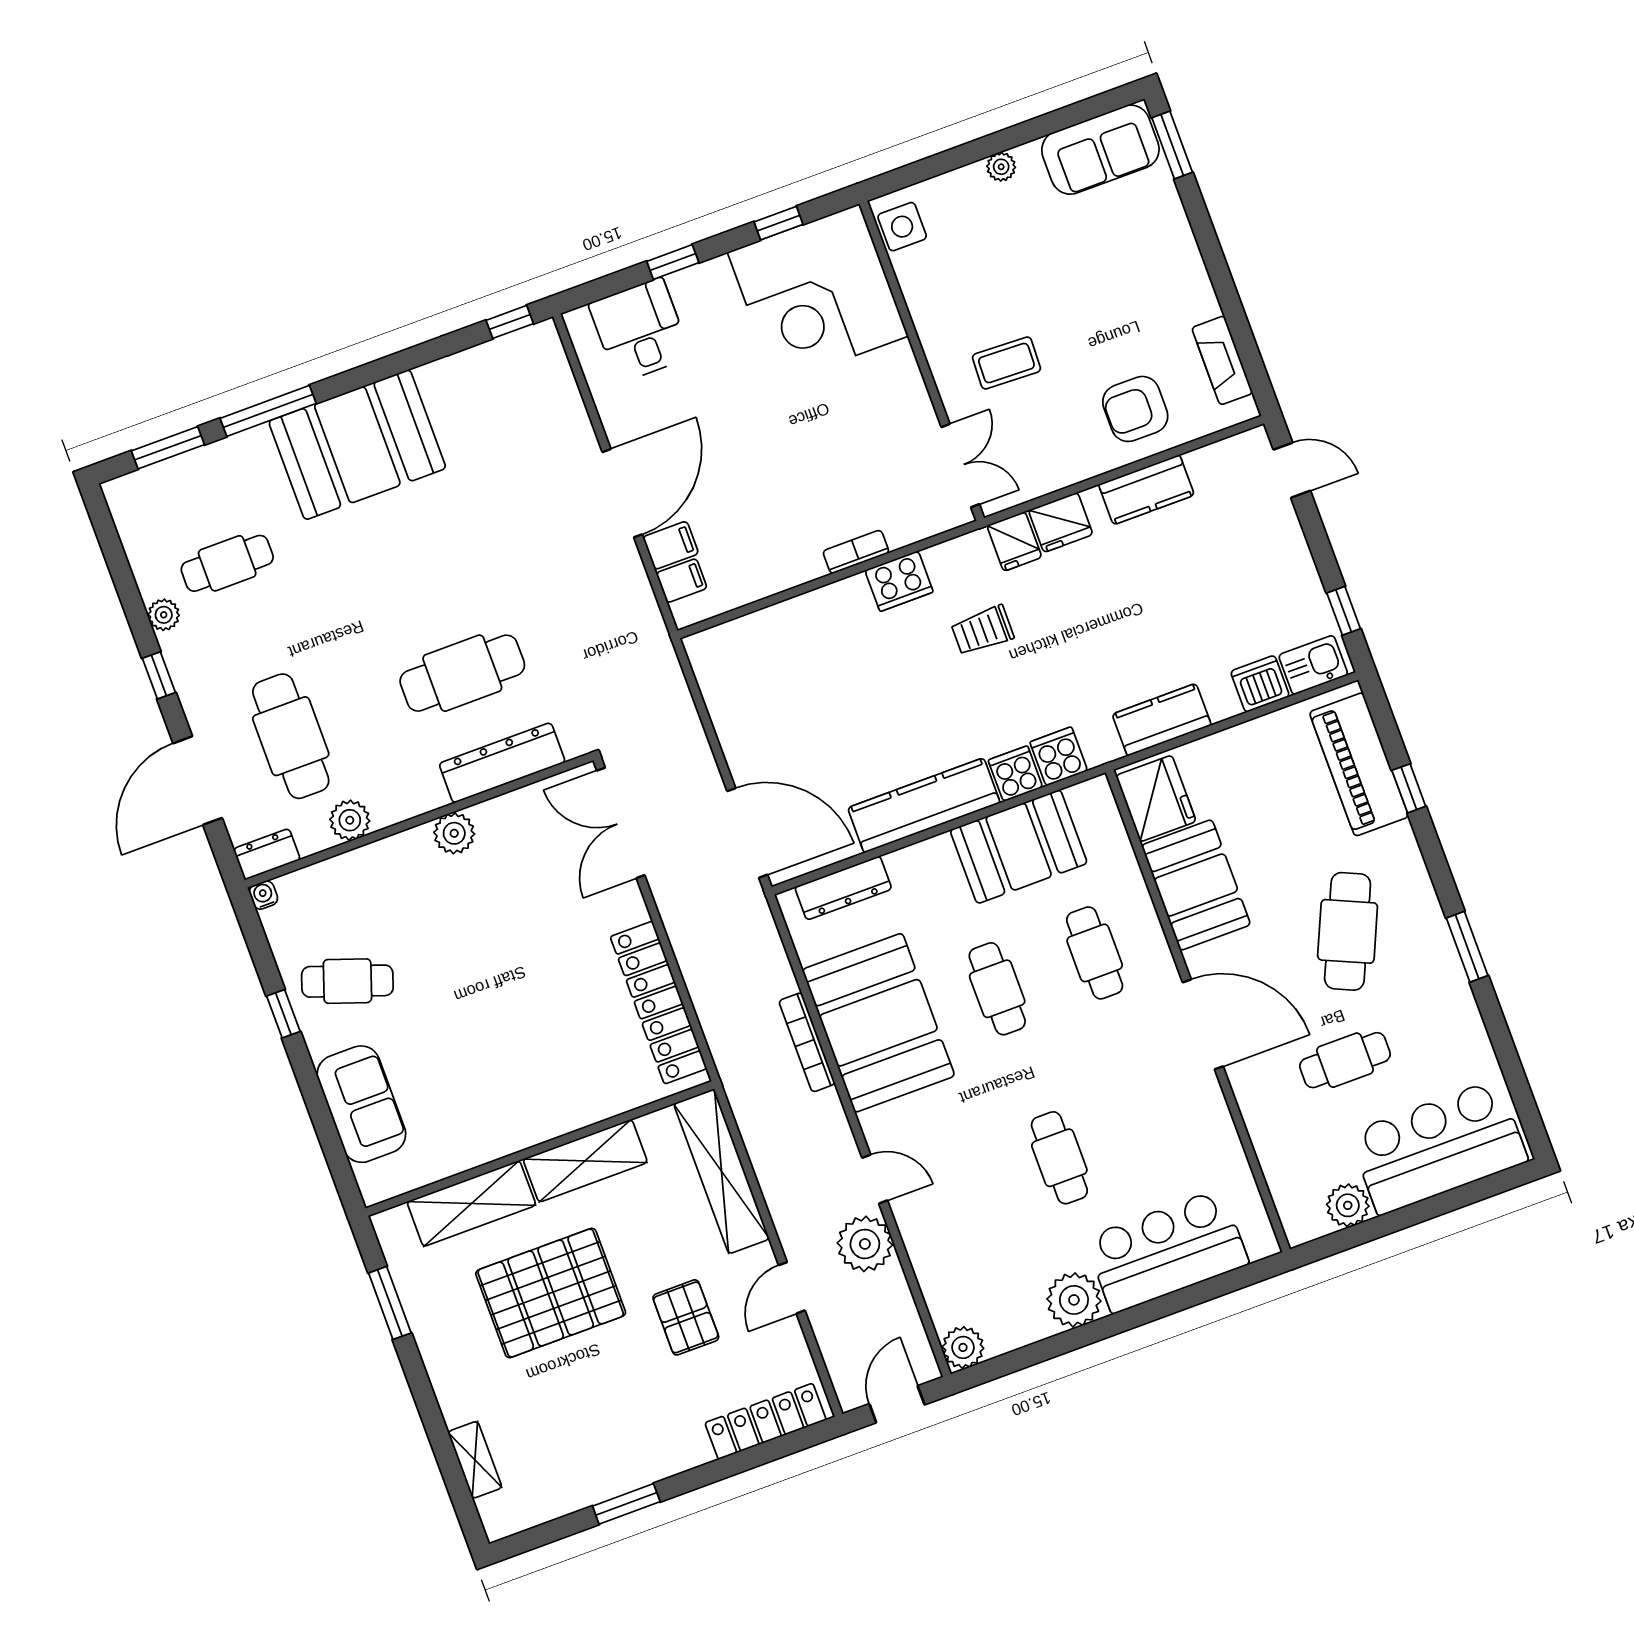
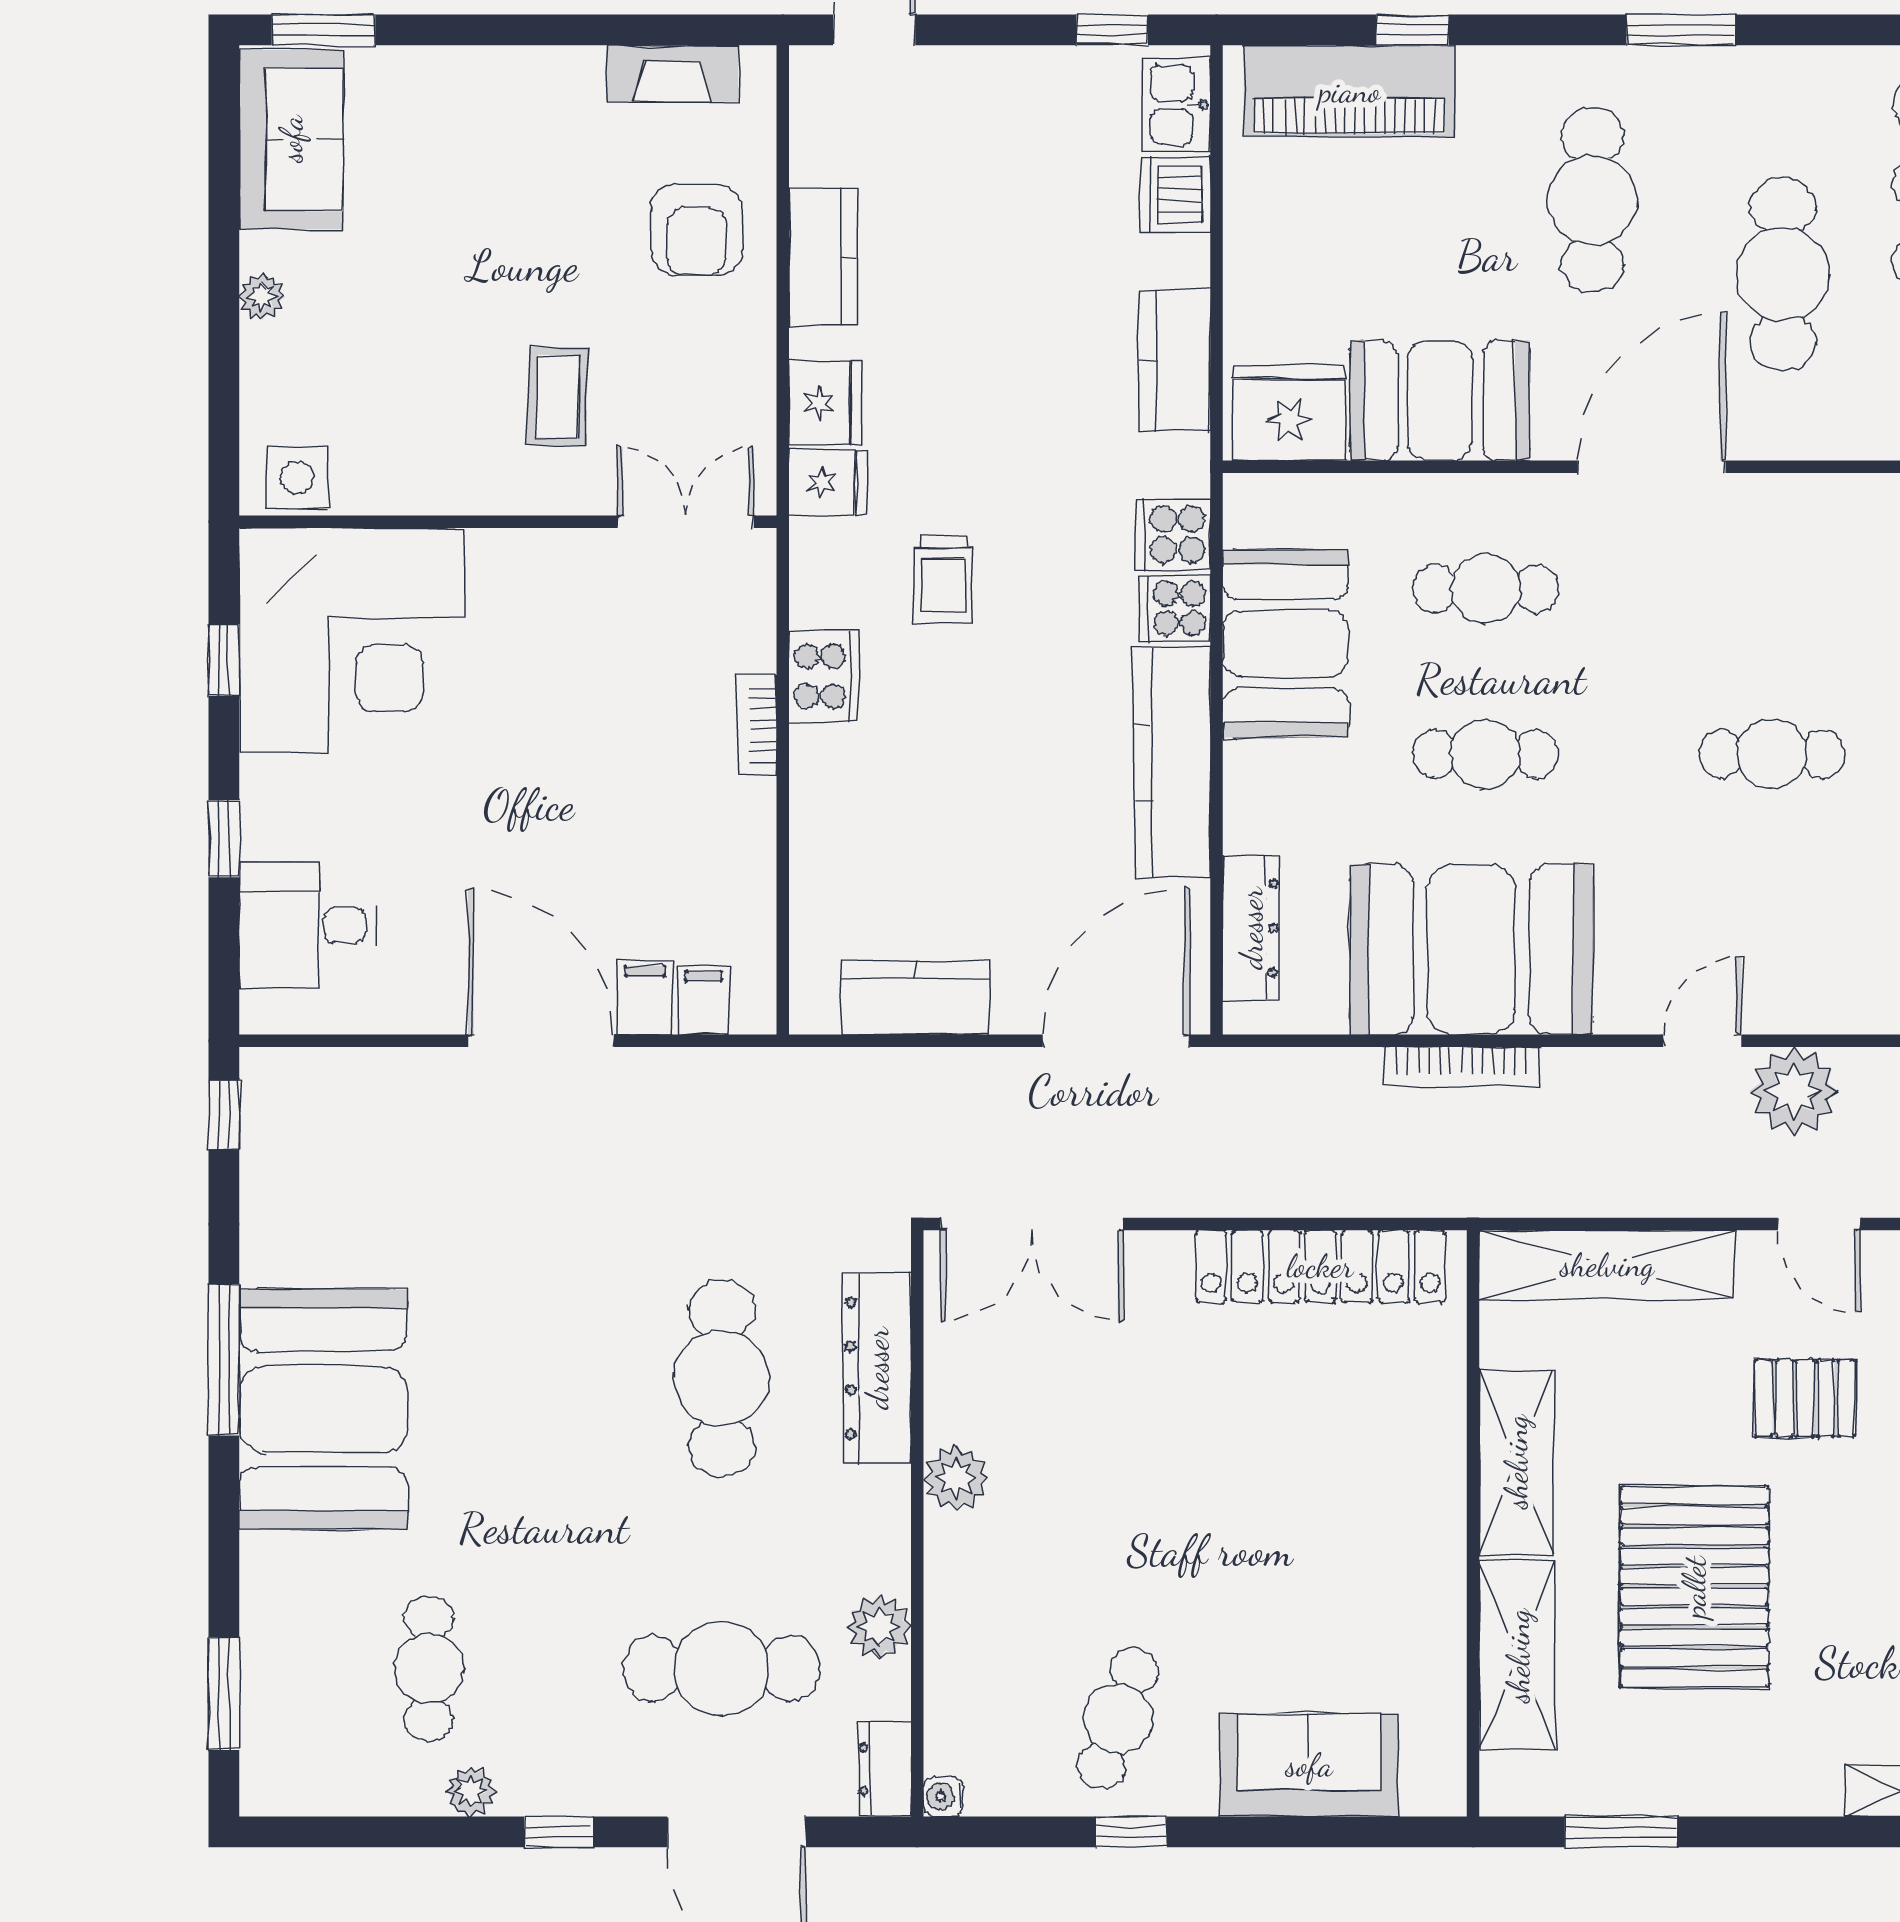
window: (268, 411) -> (224, 1360), moved
kitchen counter: (729, 705) -> (915, 998), added
cafe table: (1348, 931) -> (1592, 200), turned 66
cafe table: (1345, 1060) -> (1783, 274), width x1.37, depth x1.35

